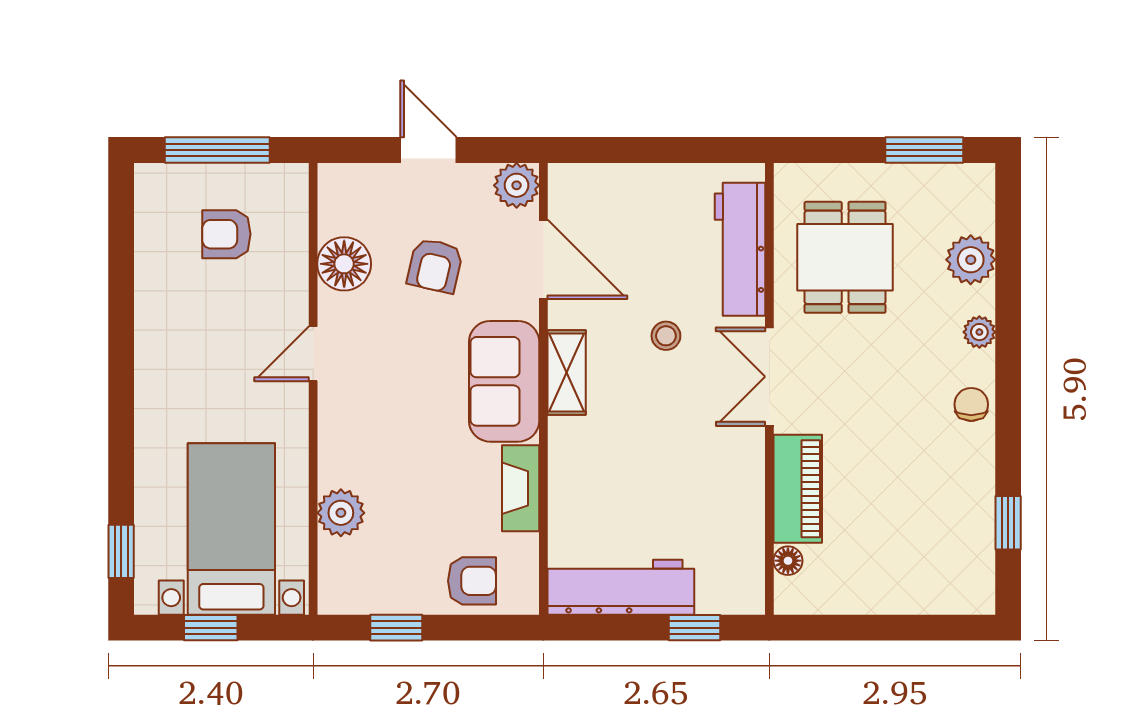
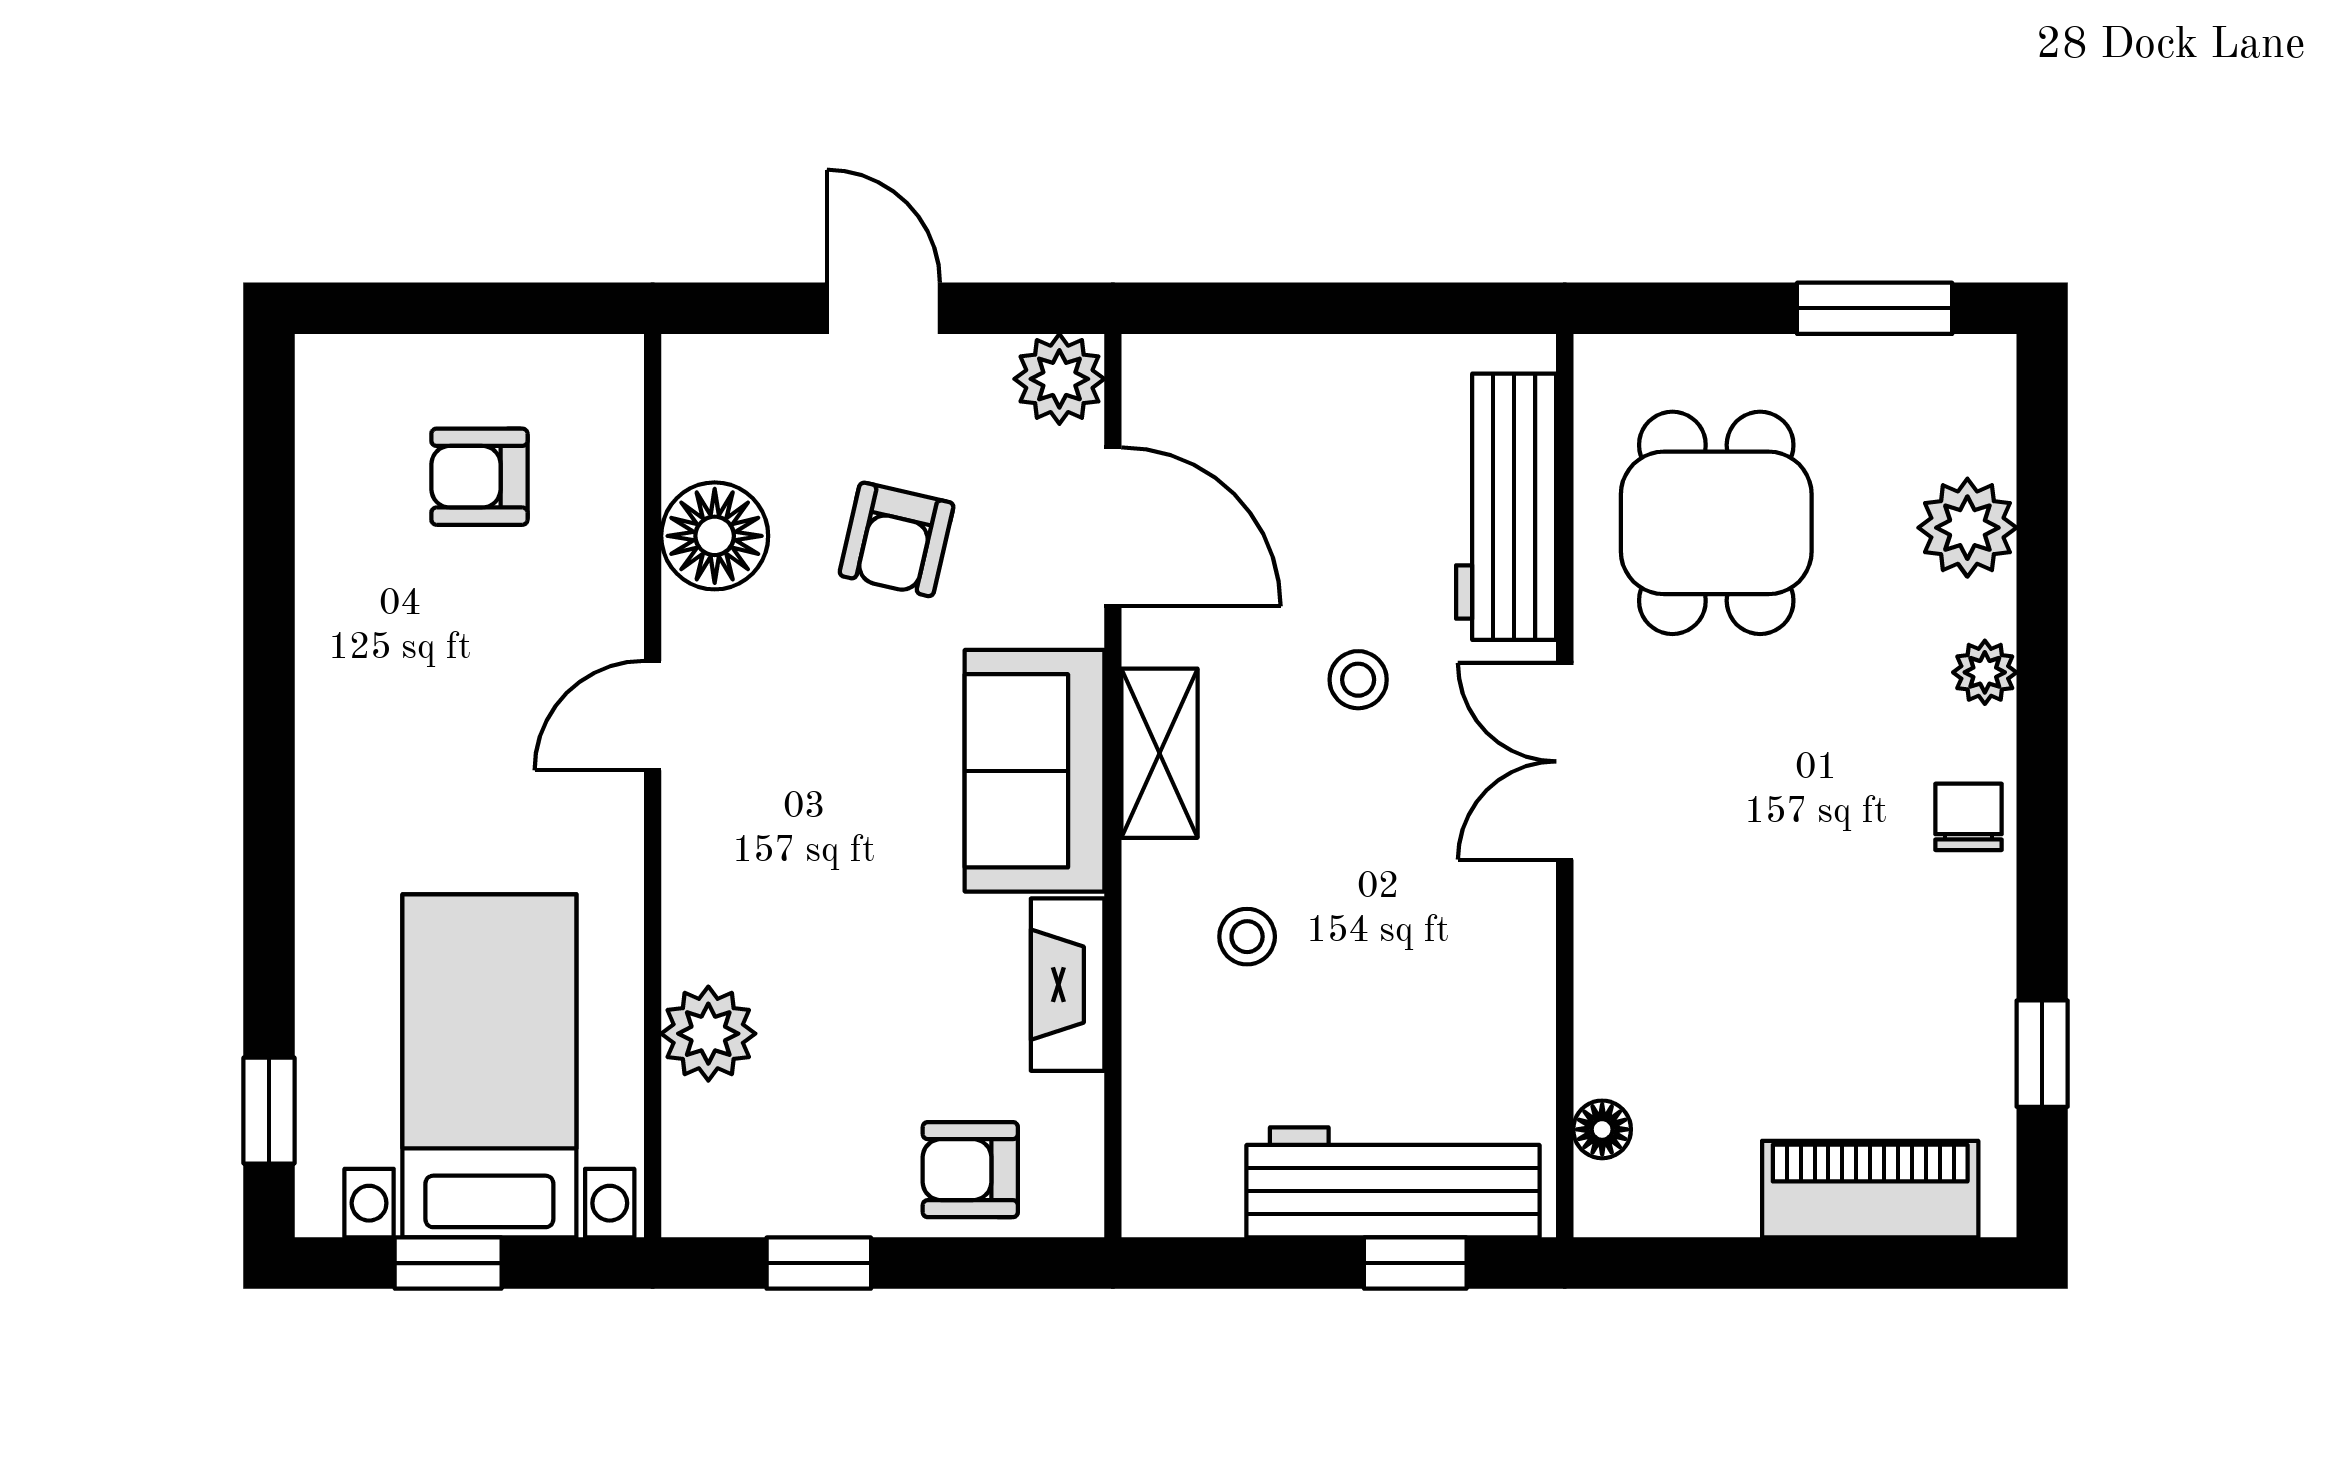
window: (217, 150) -> (461, 308), removed
stool: (610, 464) -> (1247, 937), added
piano: (798, 489) -> (1870, 1189), moved, turned -90
armchair: (472, 581) -> (970, 1170), turned 180
workbench: (621, 587) -> (1393, 1182), moved

